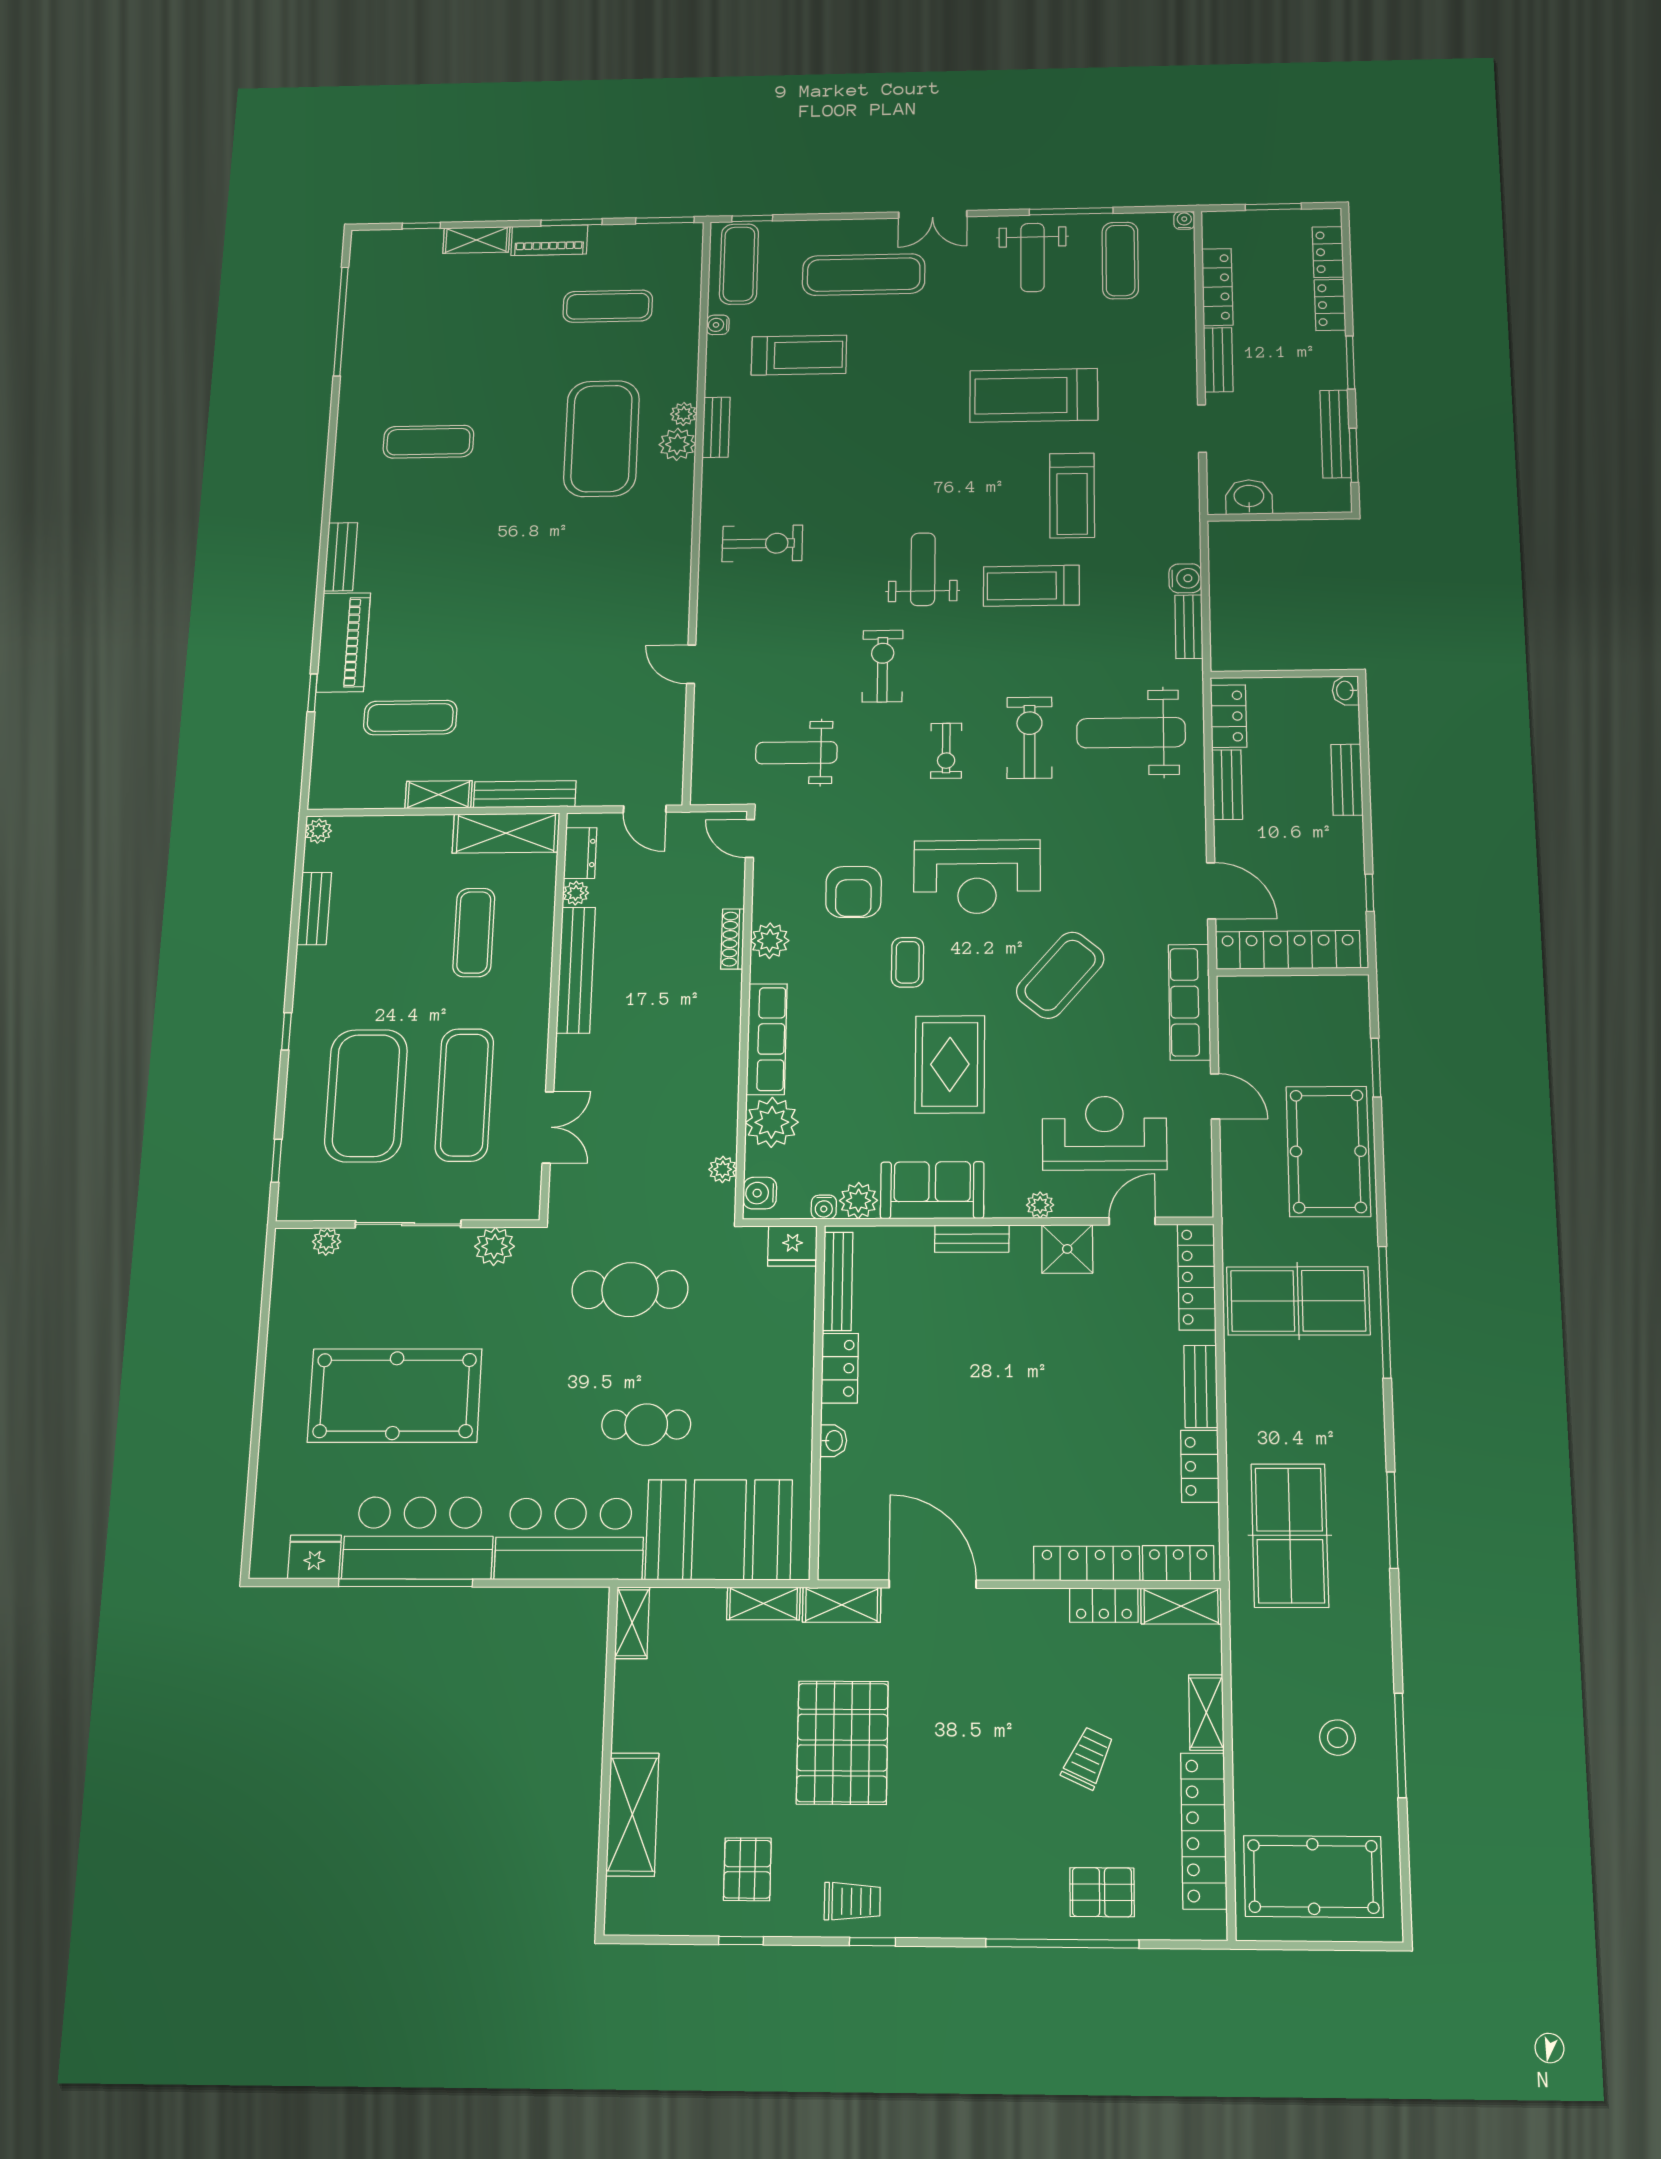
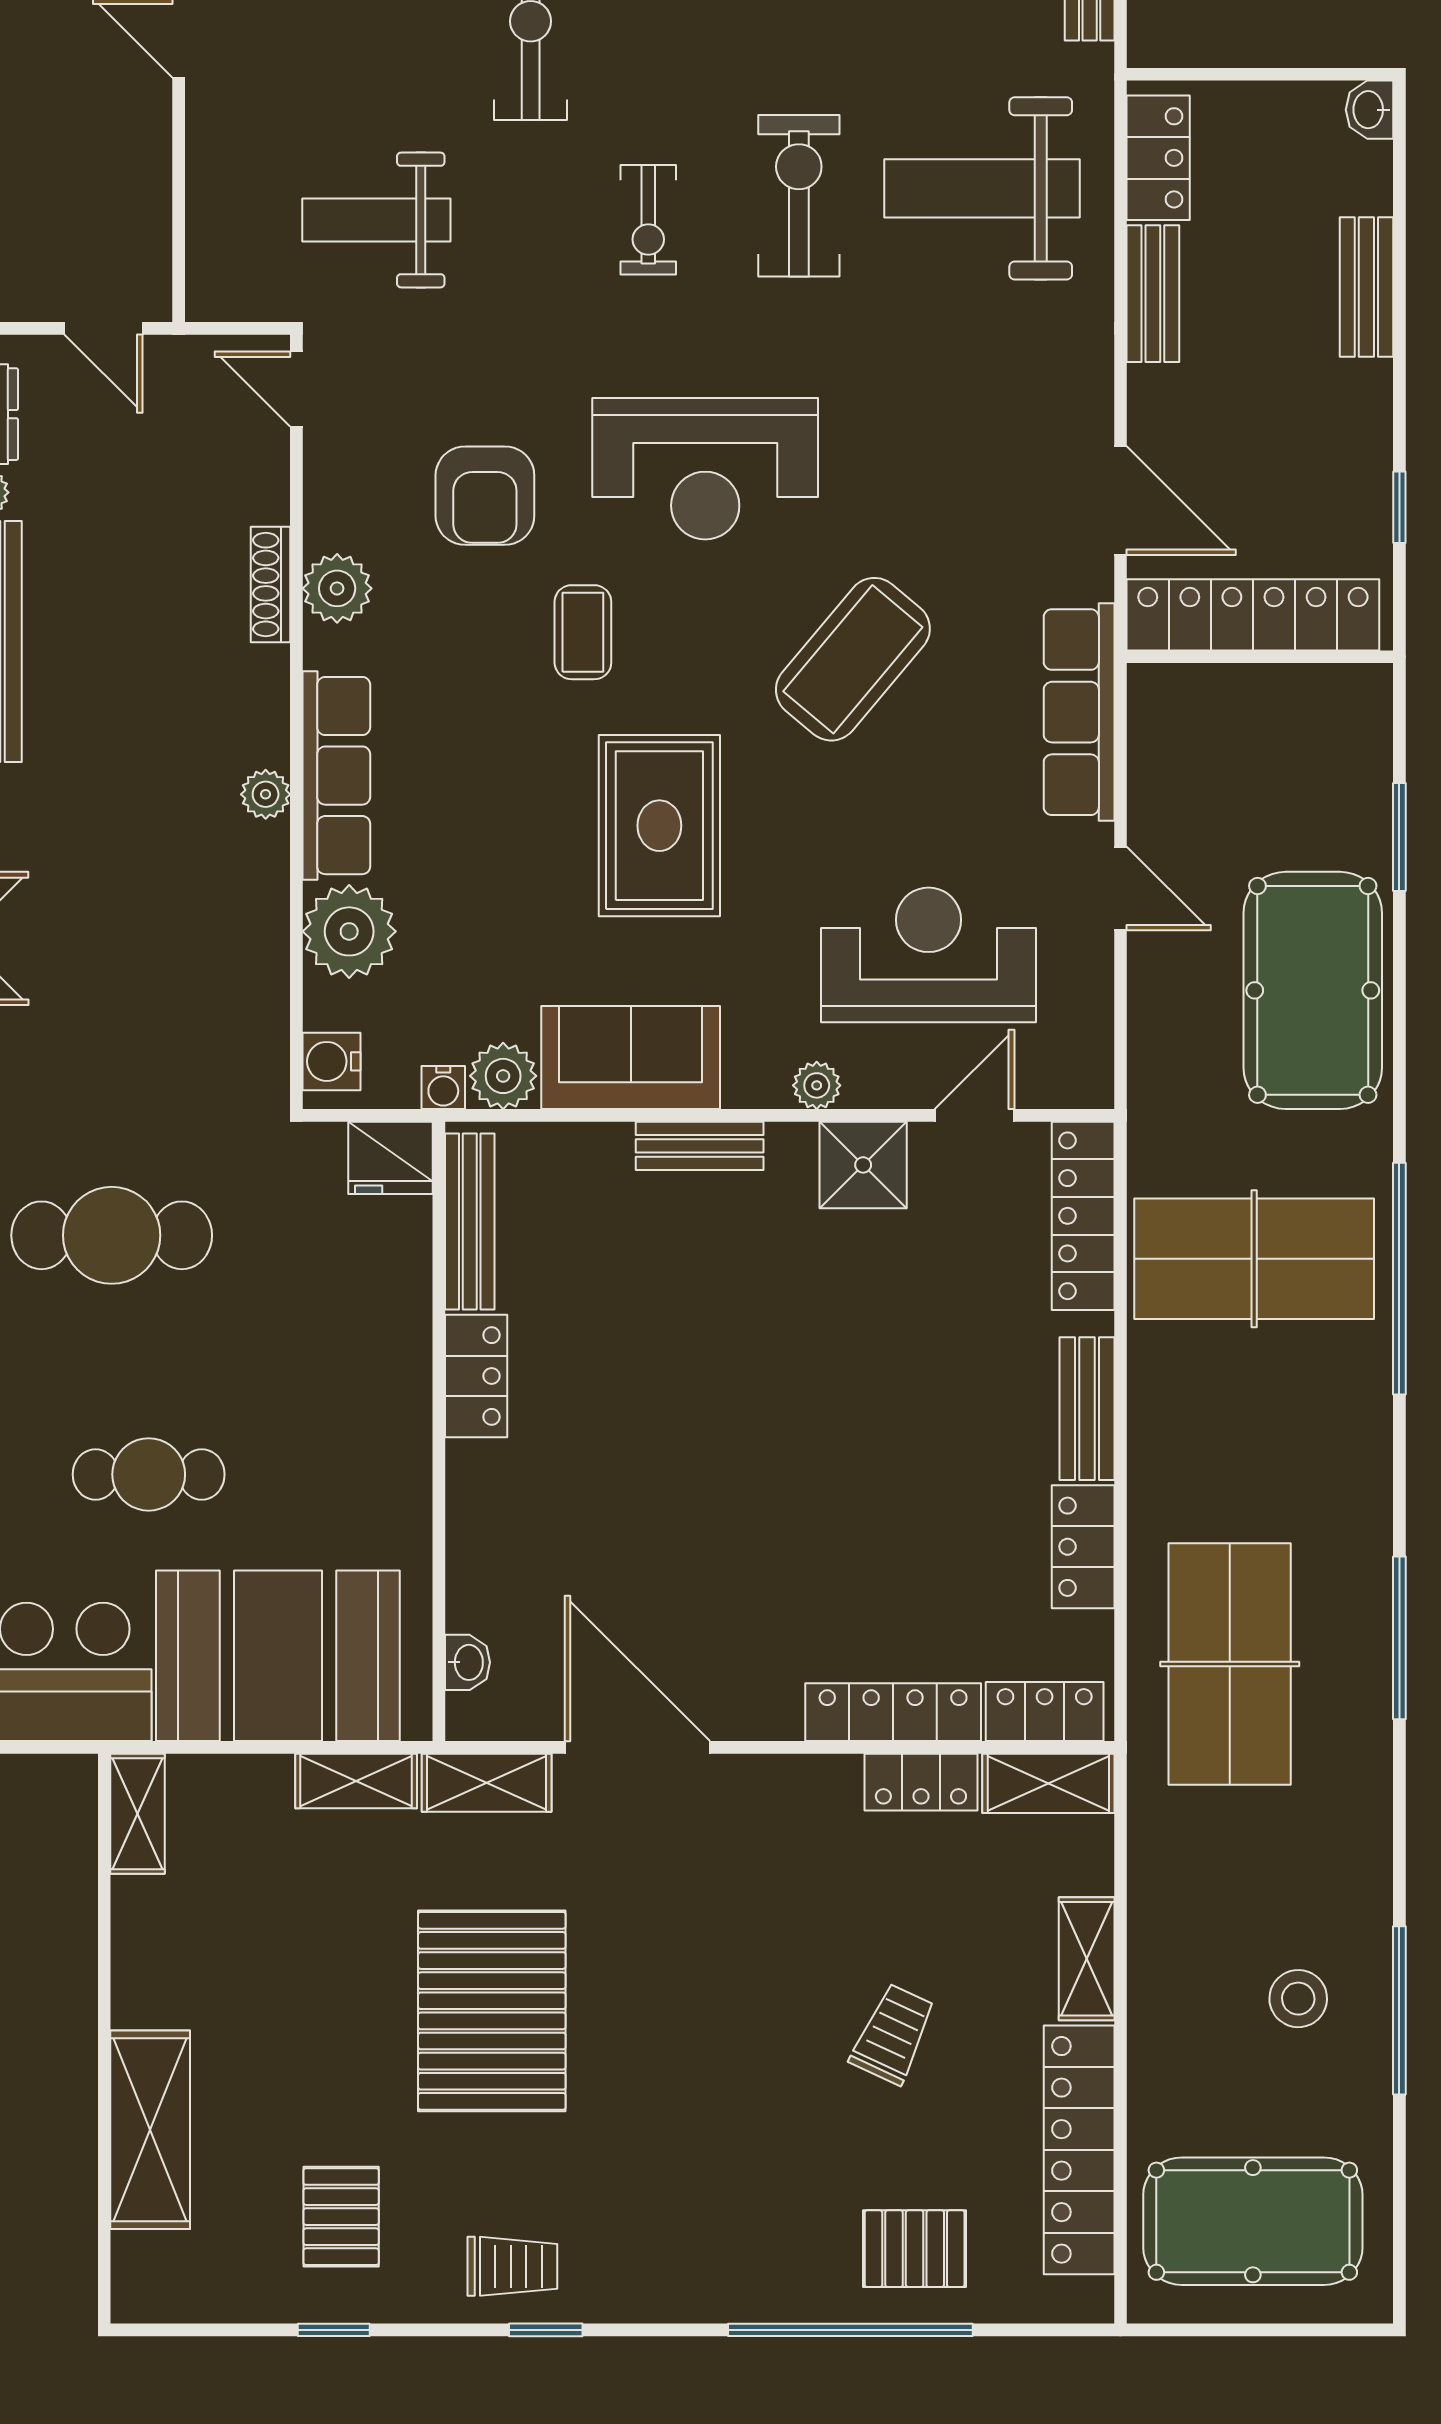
plant: (723, 1169) -> (266, 794), moved
washbasin: (833, 1441) -> (467, 1662), moved

